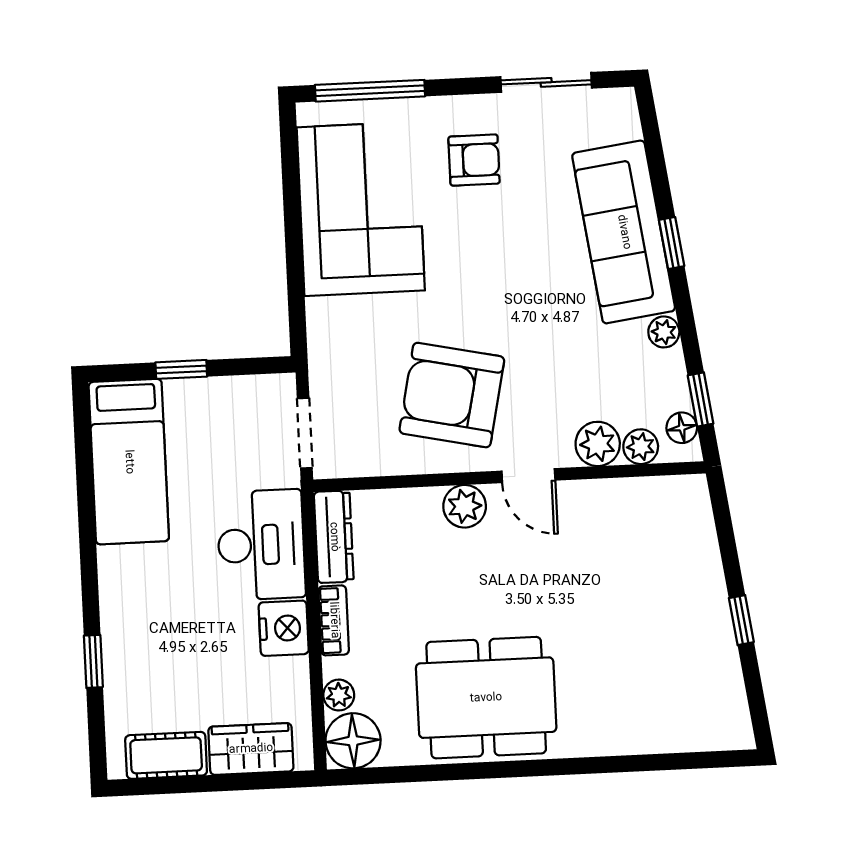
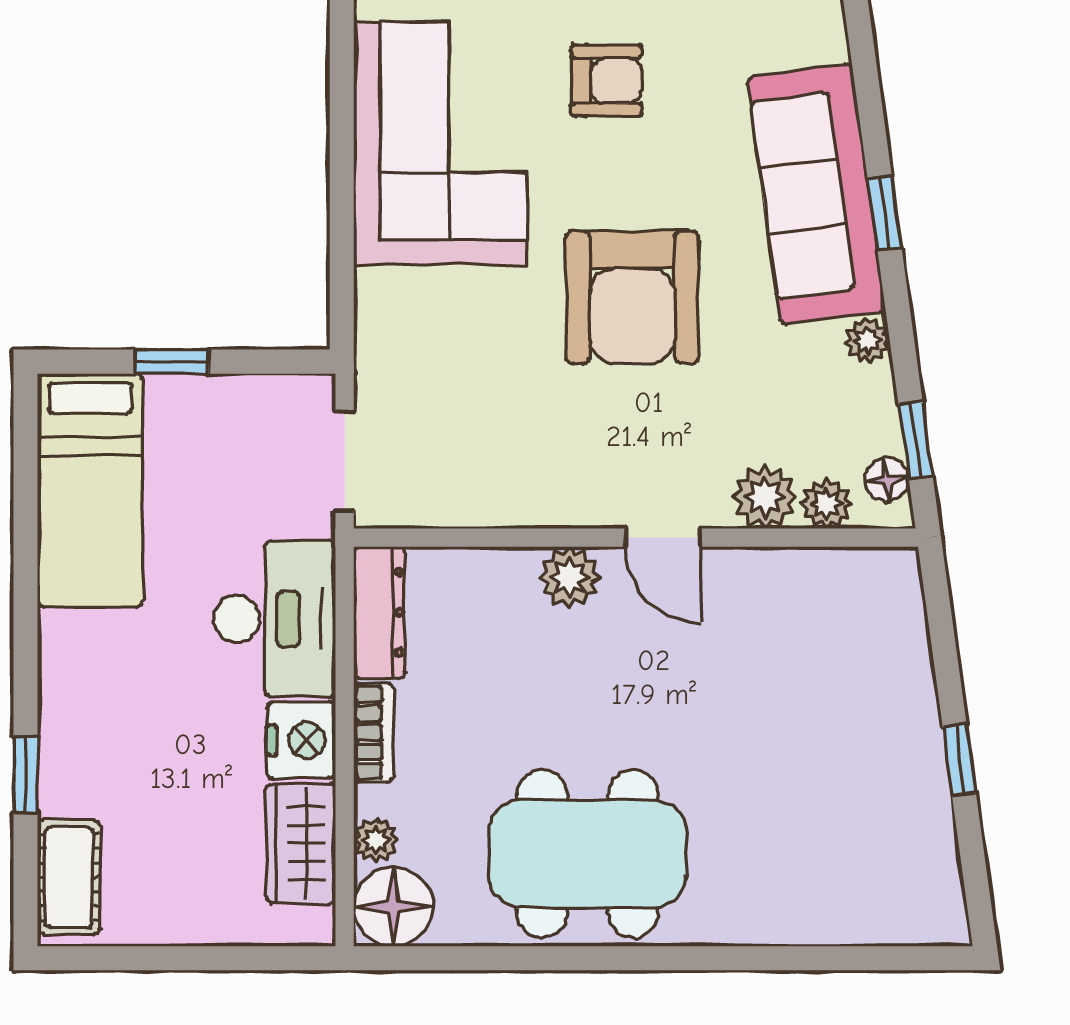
armchair: (452, 395) -> (632, 297), moved, turned -102
wardrobe: (251, 749) -> (301, 843), moved, turned -90
cot: (166, 755) -> (69, 877), moved, turned 90

